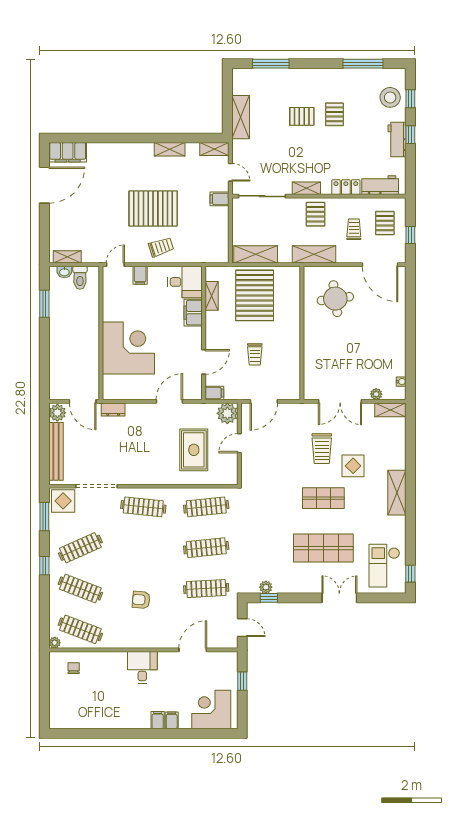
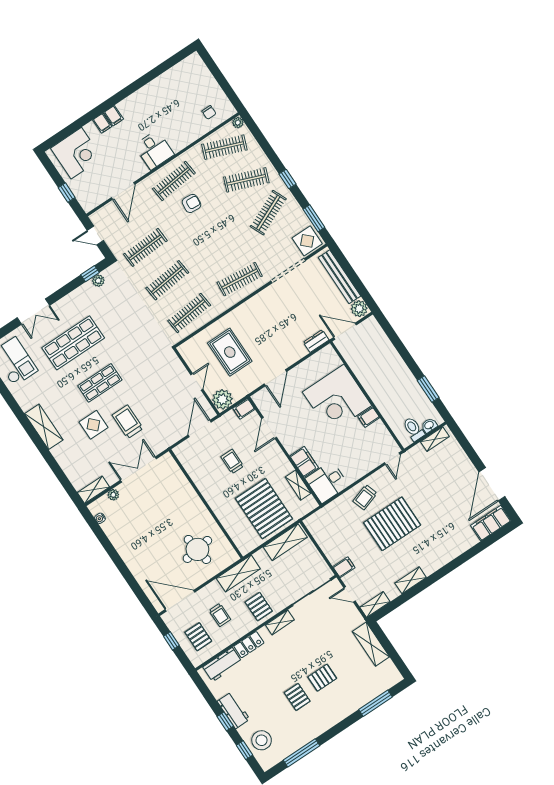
filing cabinet: (140, 275) -> (369, 417), moved, turned -90
clothes rail: (143, 629) -> (174, 181), added

